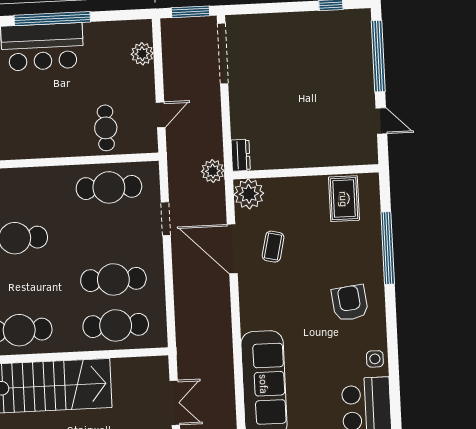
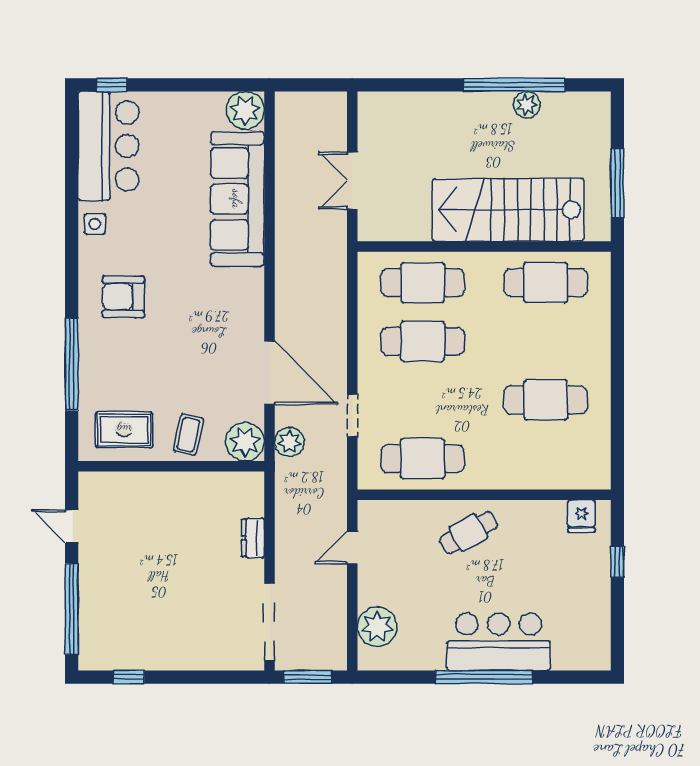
plant: (142, 54) -> (377, 627), width x1.36, depth x1.36
cafe table: (106, 128) -> (468, 532), moved, turned 61
dresser: (241, 155) -> (253, 538), moved
plant: (213, 171) -> (289, 442), moved
rug: (344, 199) -> (124, 430), turned 90
coffee table: (273, 247) -> (188, 435), moved
armchair: (350, 303) -> (123, 297), turned 97

